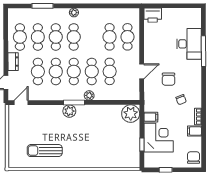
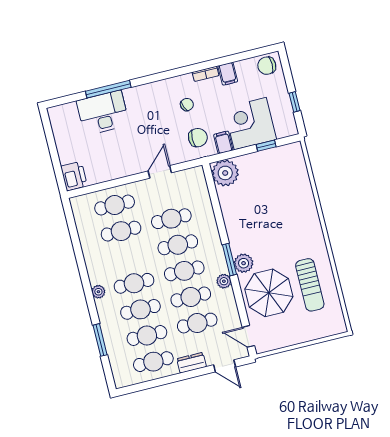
door: (142, 71) -> (160, 172), hinge flipped
chair: (168, 79) -> (198, 138), moved
plant: (89, 95) -> (224, 281), moved
parasol: (46, 123) -> (269, 293), added

